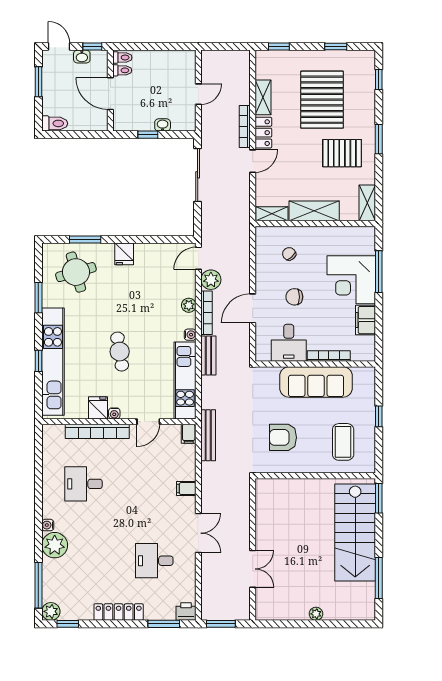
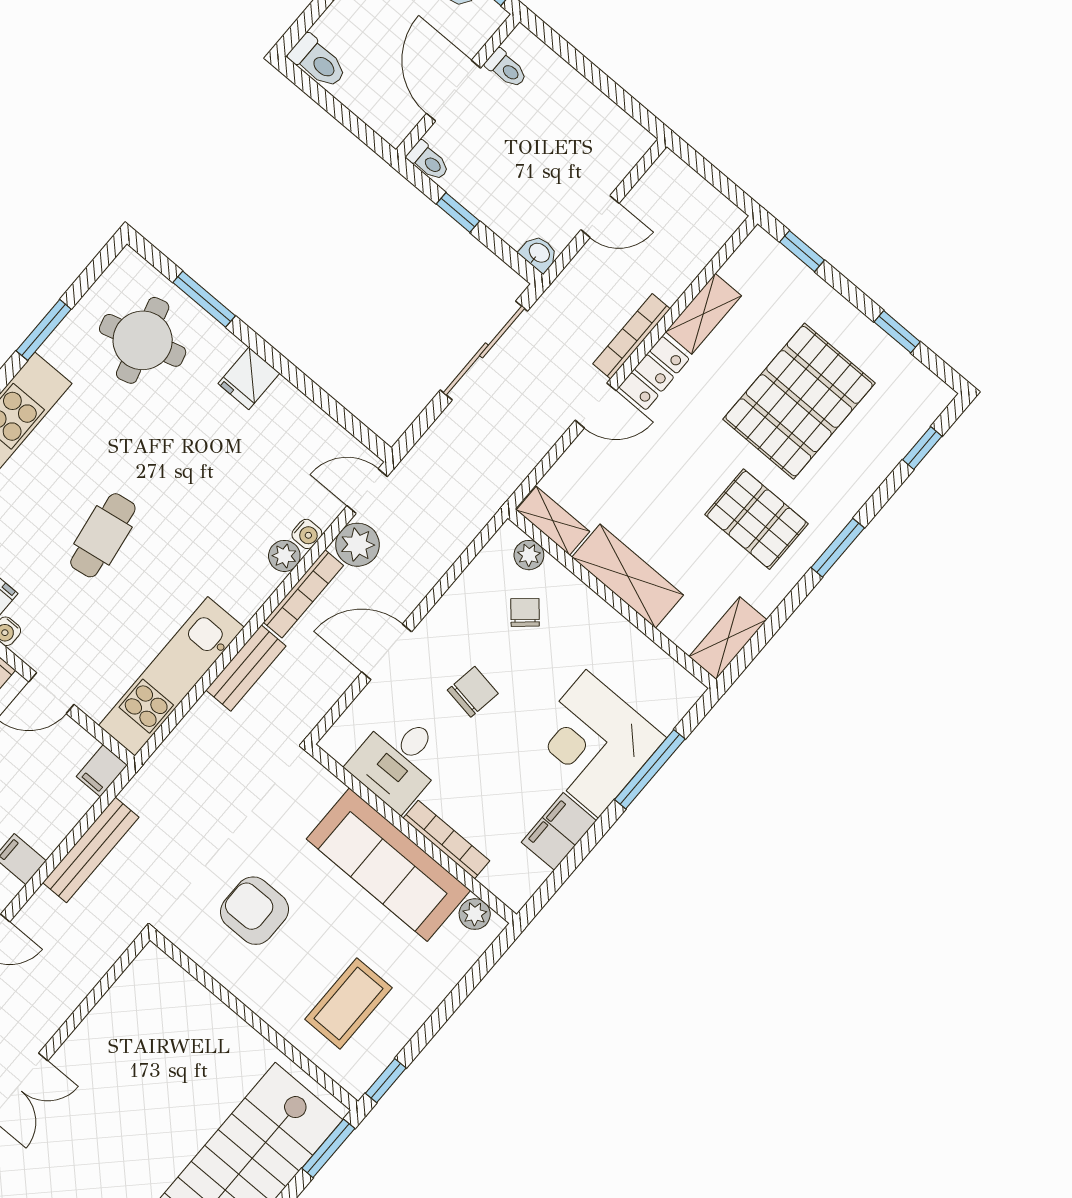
toilet: (122, 57) -> (428, 161), moved
washbasin: (163, 125) -> (539, 253), moved
plant: (274, 233) -> (529, 555), added
chair: (294, 297) -> (473, 692), turned 99
water cooler: (190, 335) -> (307, 534), moved
plant: (361, 374) -> (475, 914), added
window: (379, 416) -> (386, 1081), moved
bench: (208, 435) -> (91, 850), moved

